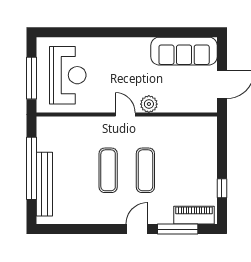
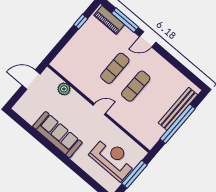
sofa: (184, 51) -> (57, 135), moved
reception desk: (68, 75) -> (113, 159), turned 90
plant: (149, 104) -> (64, 89), moved
door: (125, 114) -> (99, 109), swing flipped

